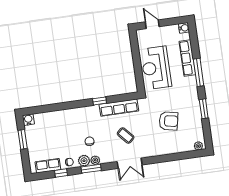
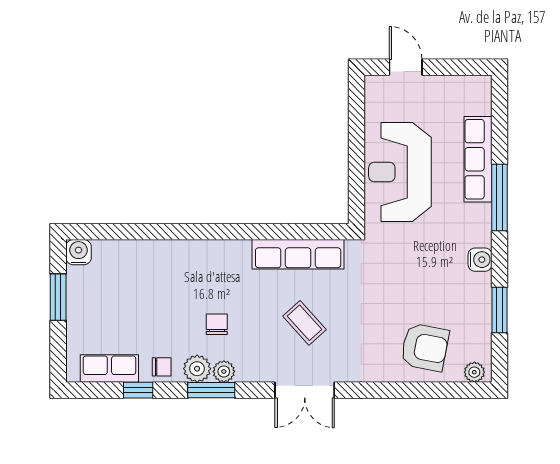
water cooler: (184, 28) -> (480, 260), moved
window: (100, 101) -> (254, 232), removed
window: (204, 109) -> (500, 310), moved
armchair: (169, 121) -> (425, 347), moved

